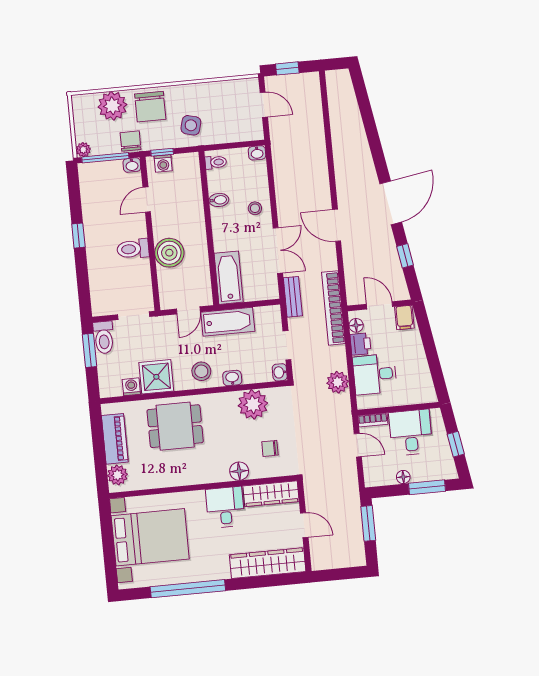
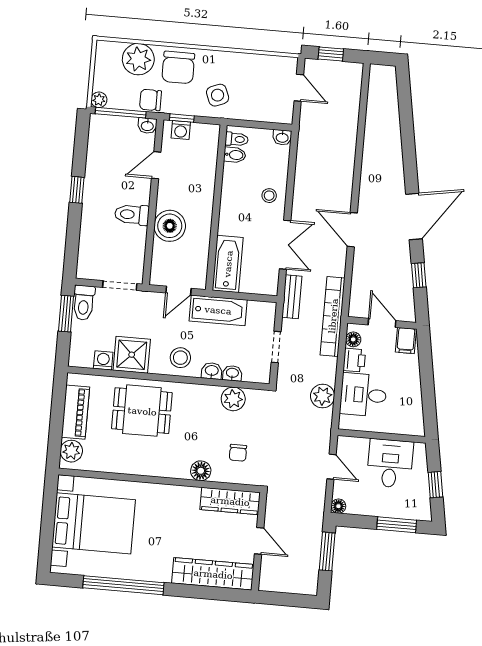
side table: (191, 125) -> (218, 95), turned -37
chair: (131, 141) -> (151, 100), turned -90
bidet: (219, 200) -> (235, 155), moved
washbasin: (280, 372) -> (232, 373), moved, turned 90
plant: (253, 404) -> (233, 399), width x0.73, depth x0.73
bookcase: (373, 420) -> (352, 443), removed
chair: (270, 448) -> (238, 453), turned -90
floor lamp: (403, 477) -> (338, 506), moved
desk: (225, 507) -> (179, 506), removed

